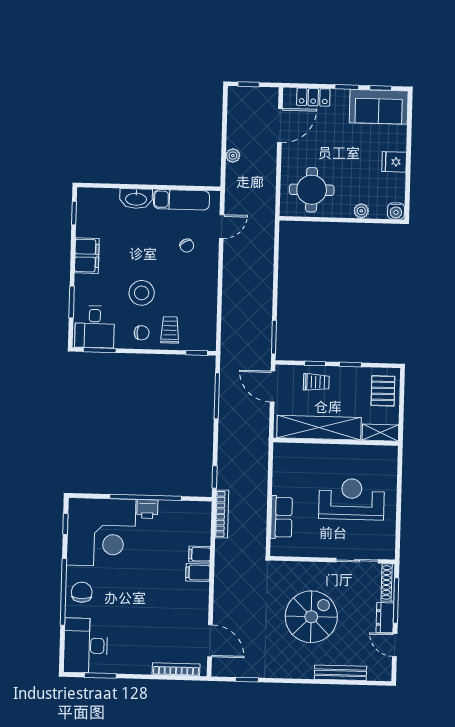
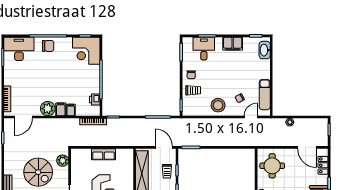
washbasin: (136, 199) -> (265, 50), moved
door: (222, 226) -> (251, 117), swing flipped
stool: (142, 293) -> (218, 105), moved
desk: (95, 327) -> (204, 49), moved, turned 90
door: (273, 387) -> (164, 147), hinge flipped
printer: (147, 509) -> (95, 100), moved
row of seats: (281, 517) -> (103, 154), moved
corner desk: (101, 532) -> (86, 51), width x0.74, depth x0.74
plant: (291, 572) -> (63, 161), added
plant: (196, 596) -> (48, 109), added

